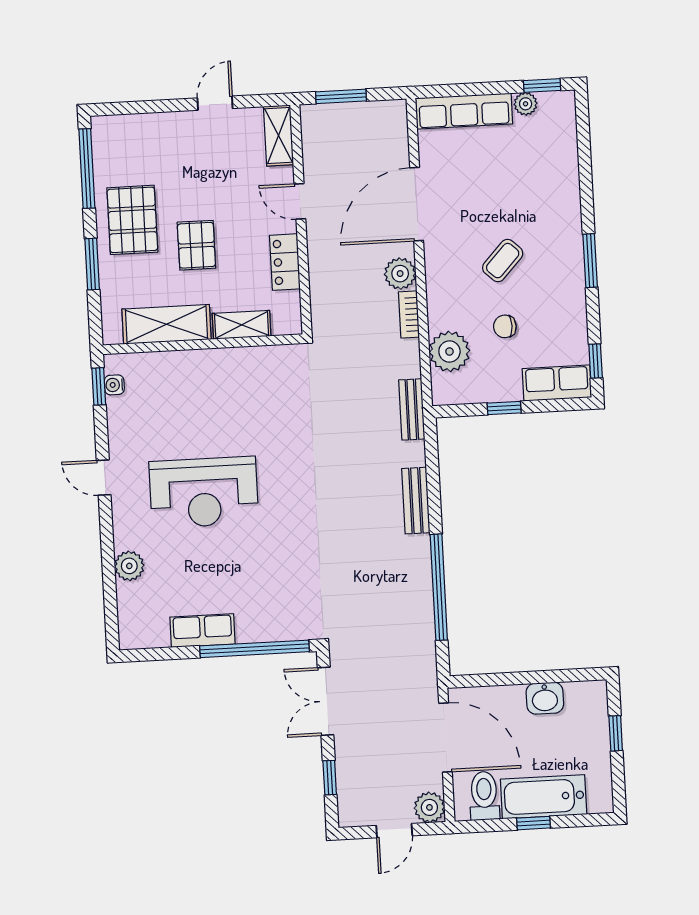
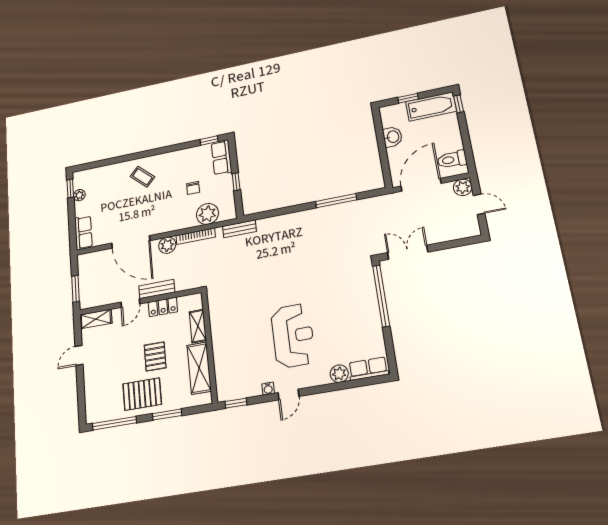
door: (215, 103) -> (79, 355), hinge flipped
row of seats: (464, 111) -> (83, 233), width x0.68
pallet: (196, 245) -> (155, 356), turned 90
coffee table: (503, 261) -> (142, 177), moved
window: (590, 261) -> (158, 151), removed
bookcase: (409, 314) -> (196, 236), width x1.56
water cooler: (114, 385) -> (268, 389), moved
bench: (416, 501) -> (157, 289), moved
window: (439, 587) -> (336, 201), width x0.68
row of seats: (202, 631) -> (368, 369), moved, turned 90
double door: (326, 701) -> (408, 252), swing flipped
window: (330, 778) -> (452, 244), removed
bathtub: (544, 797) -> (431, 107), moved, turned -90
window: (534, 823) -> (459, 104), moved

